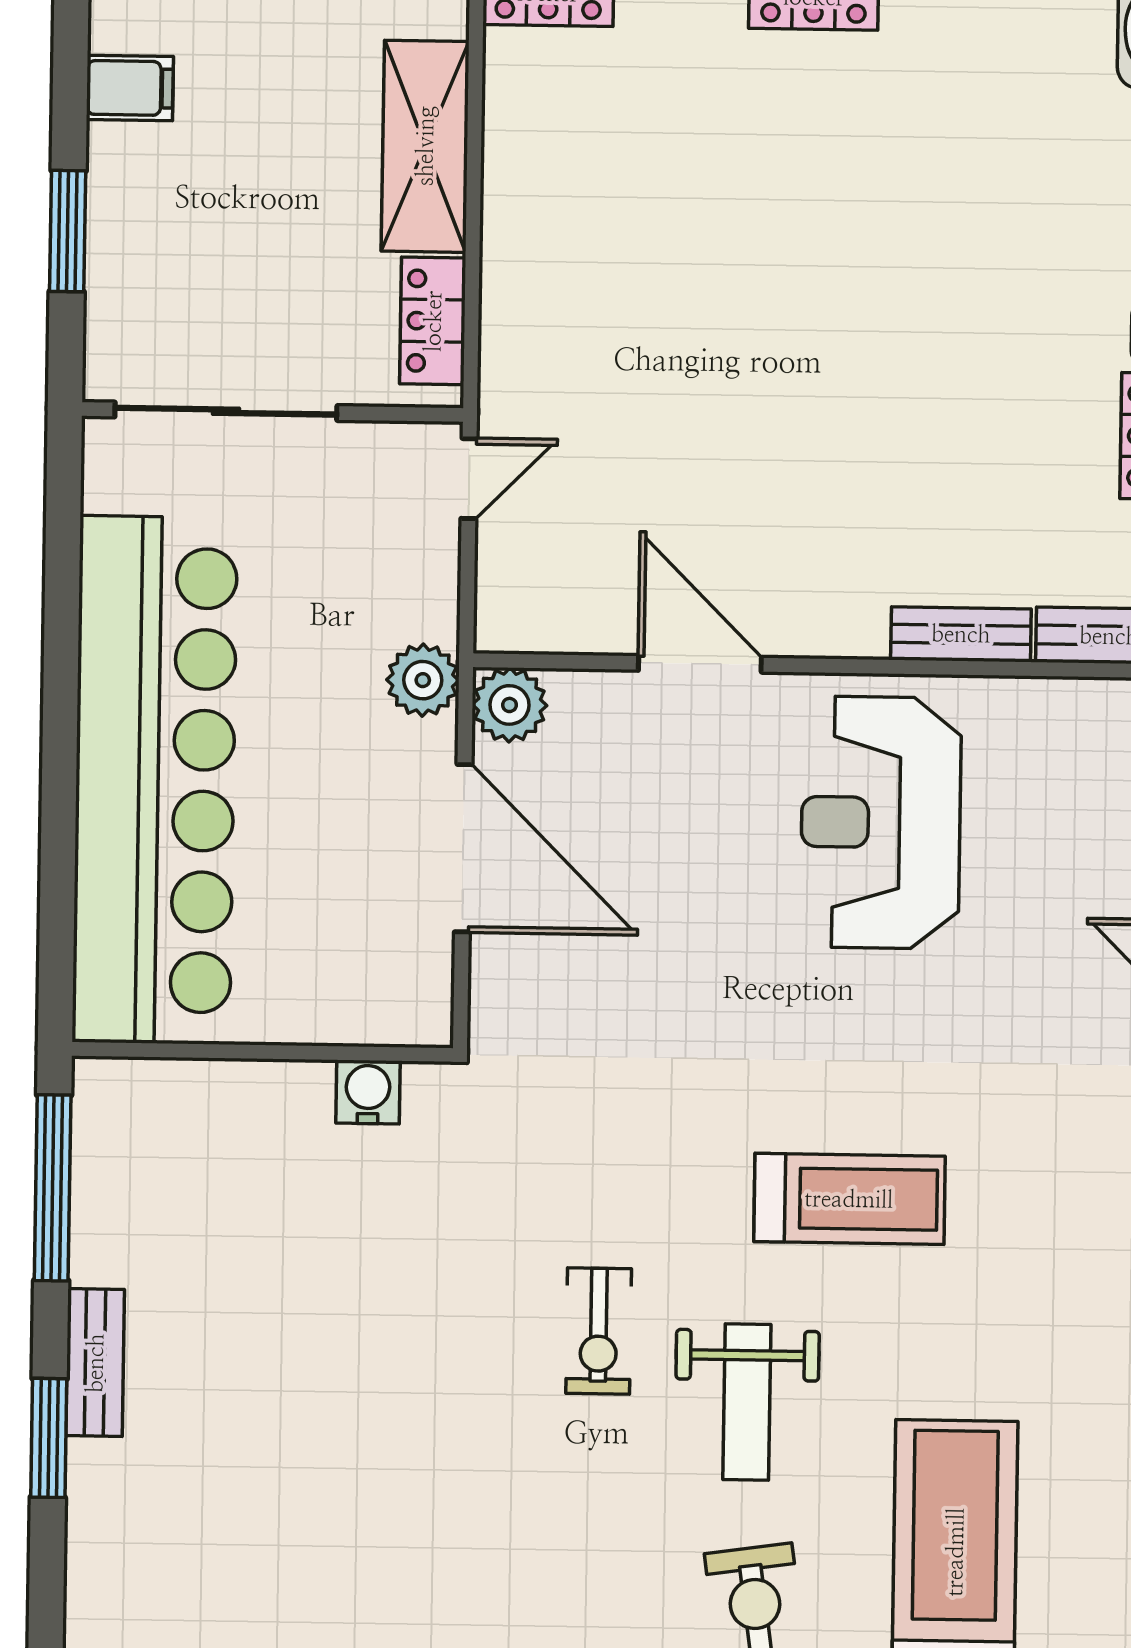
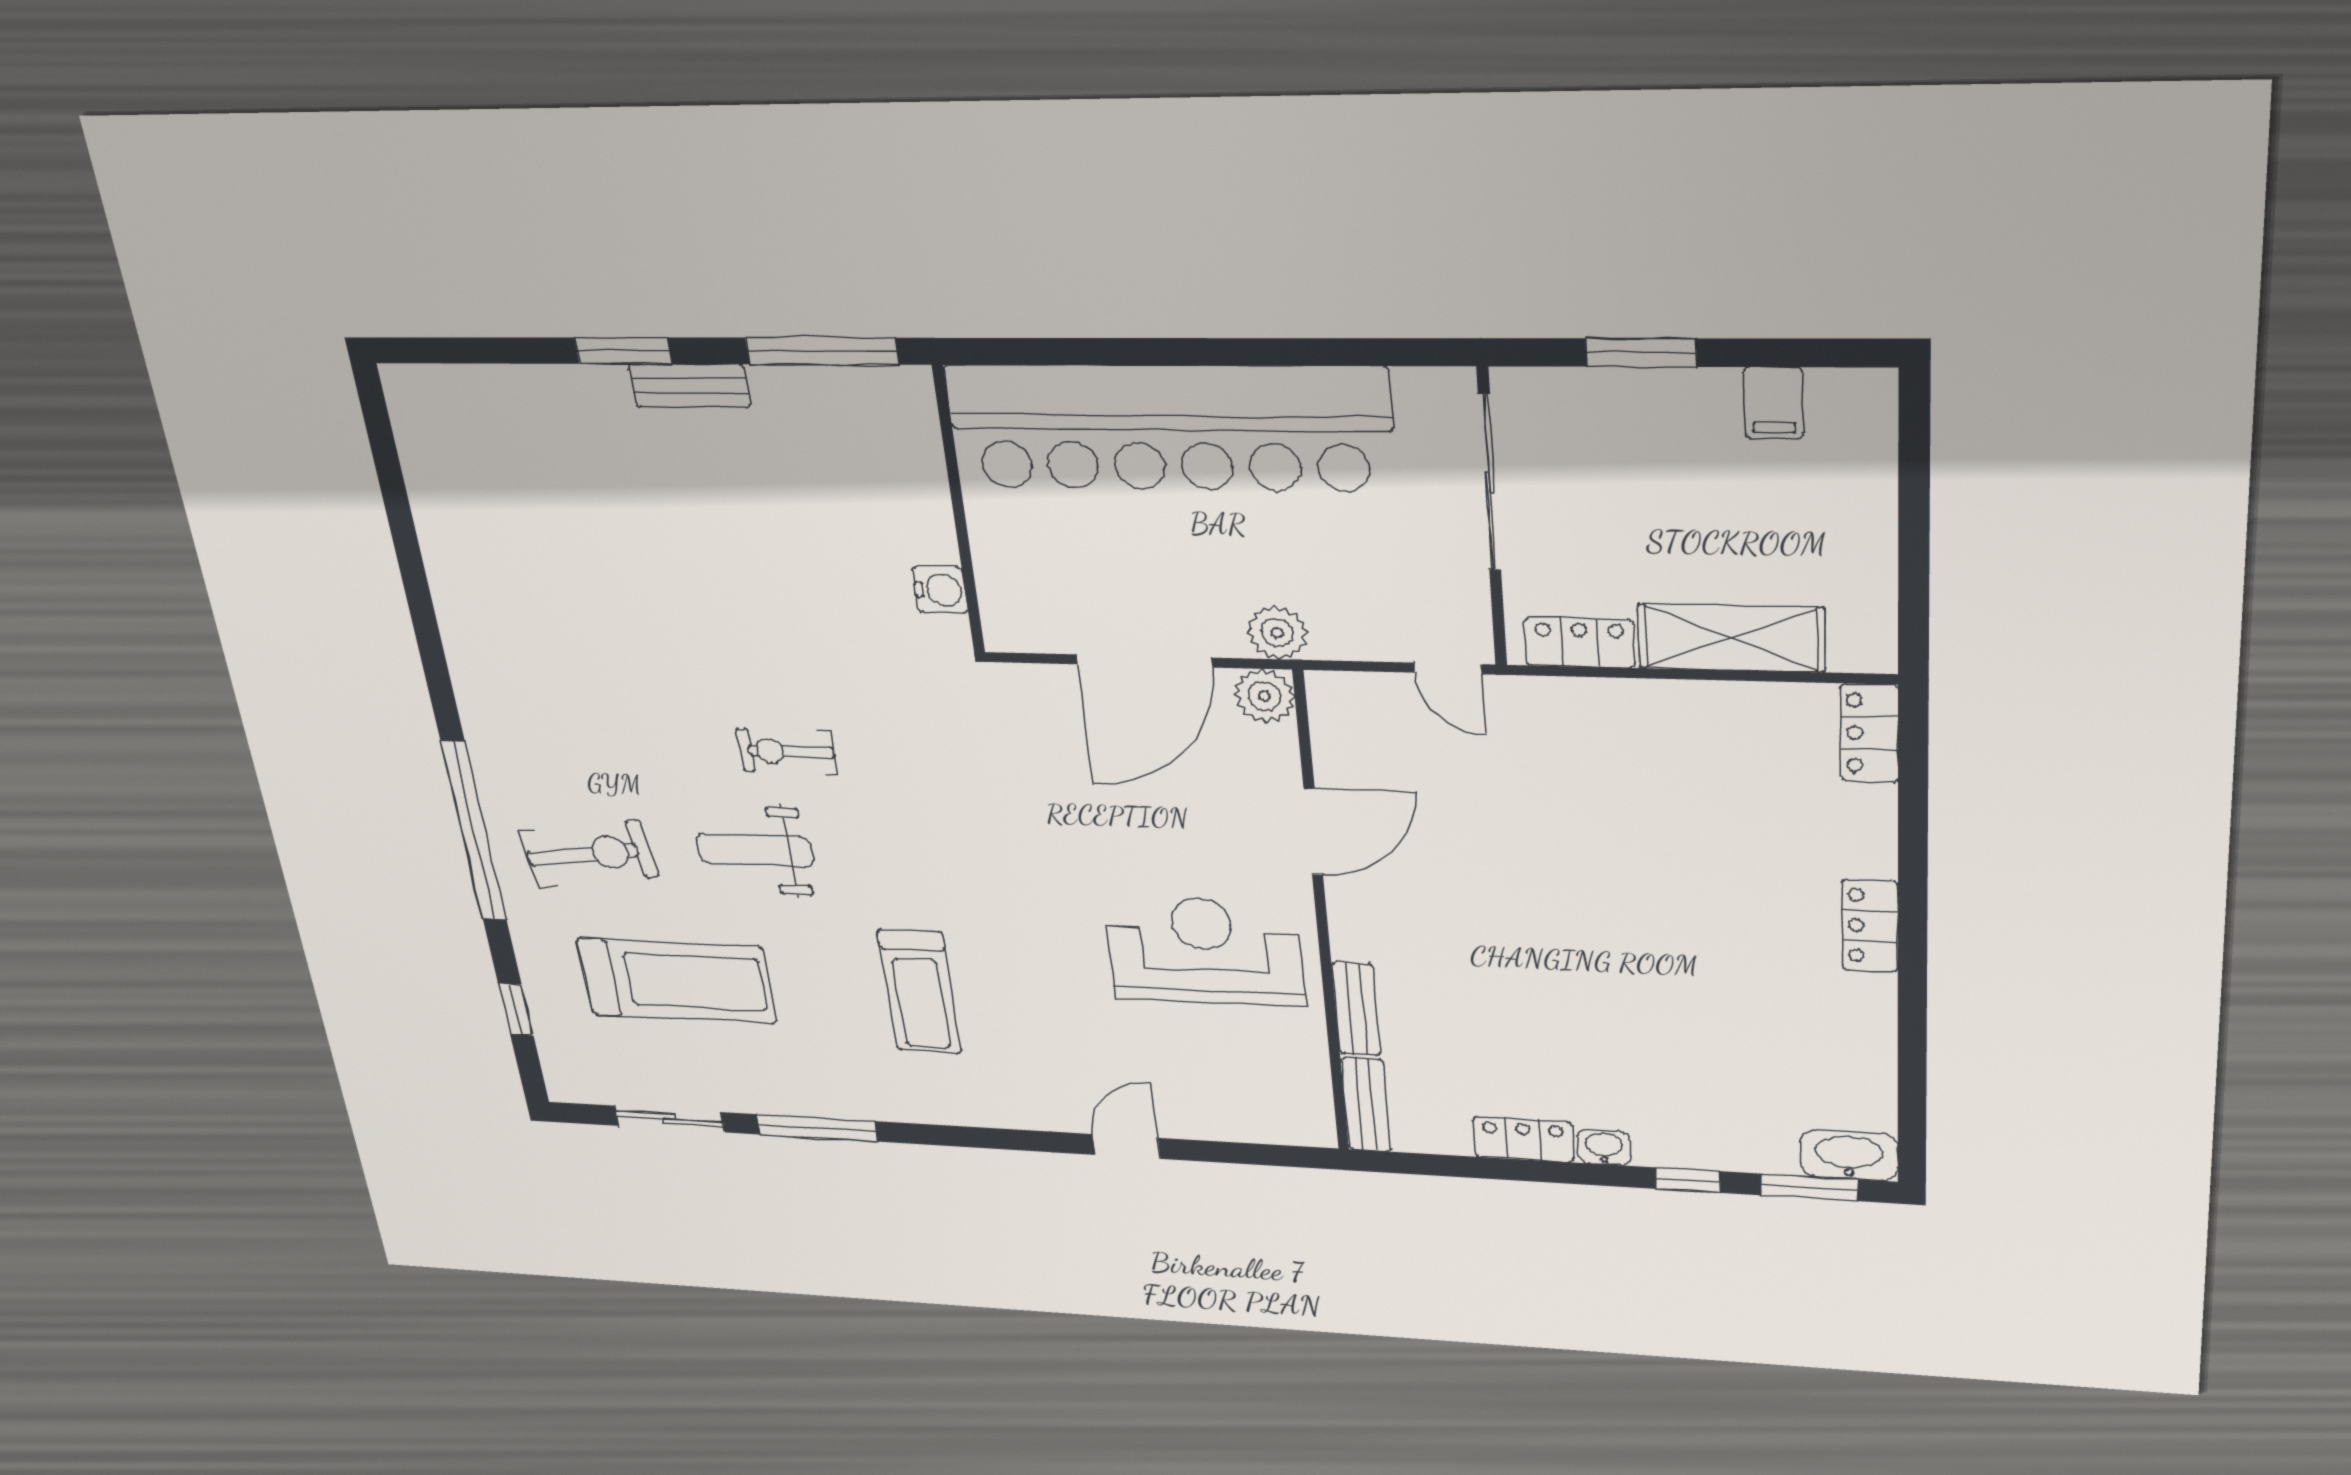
treadmill: (849, 1199) -> (919, 991), moved

